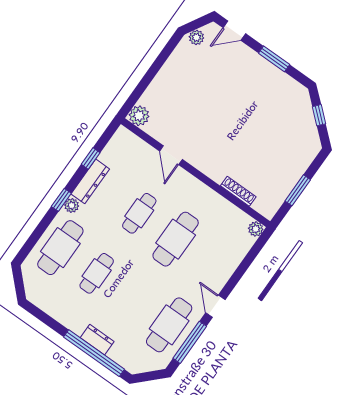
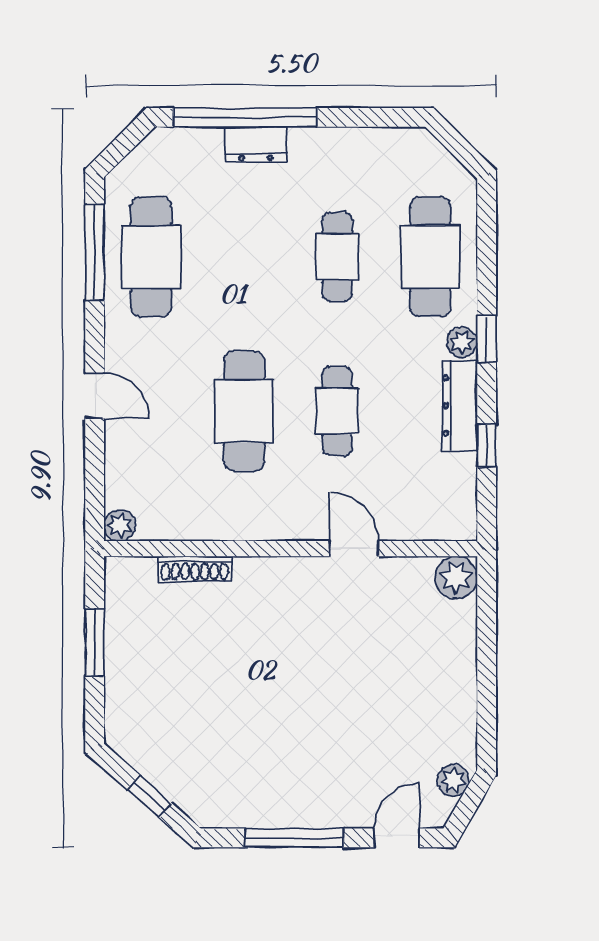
window: (274, 59) -> (294, 838), width x1.44
door: (215, 306) -> (95, 396), moved

